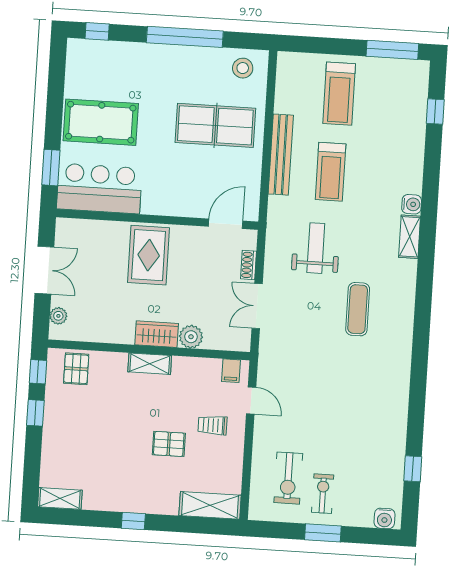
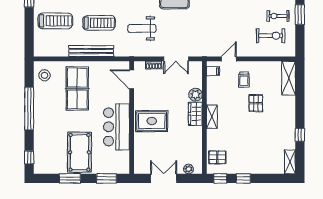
window: (55, 102) -> (70, 178), added
bar counter: (99, 189) -> (116, 127), moved
window: (133, 521) -> (300, 135), moved

